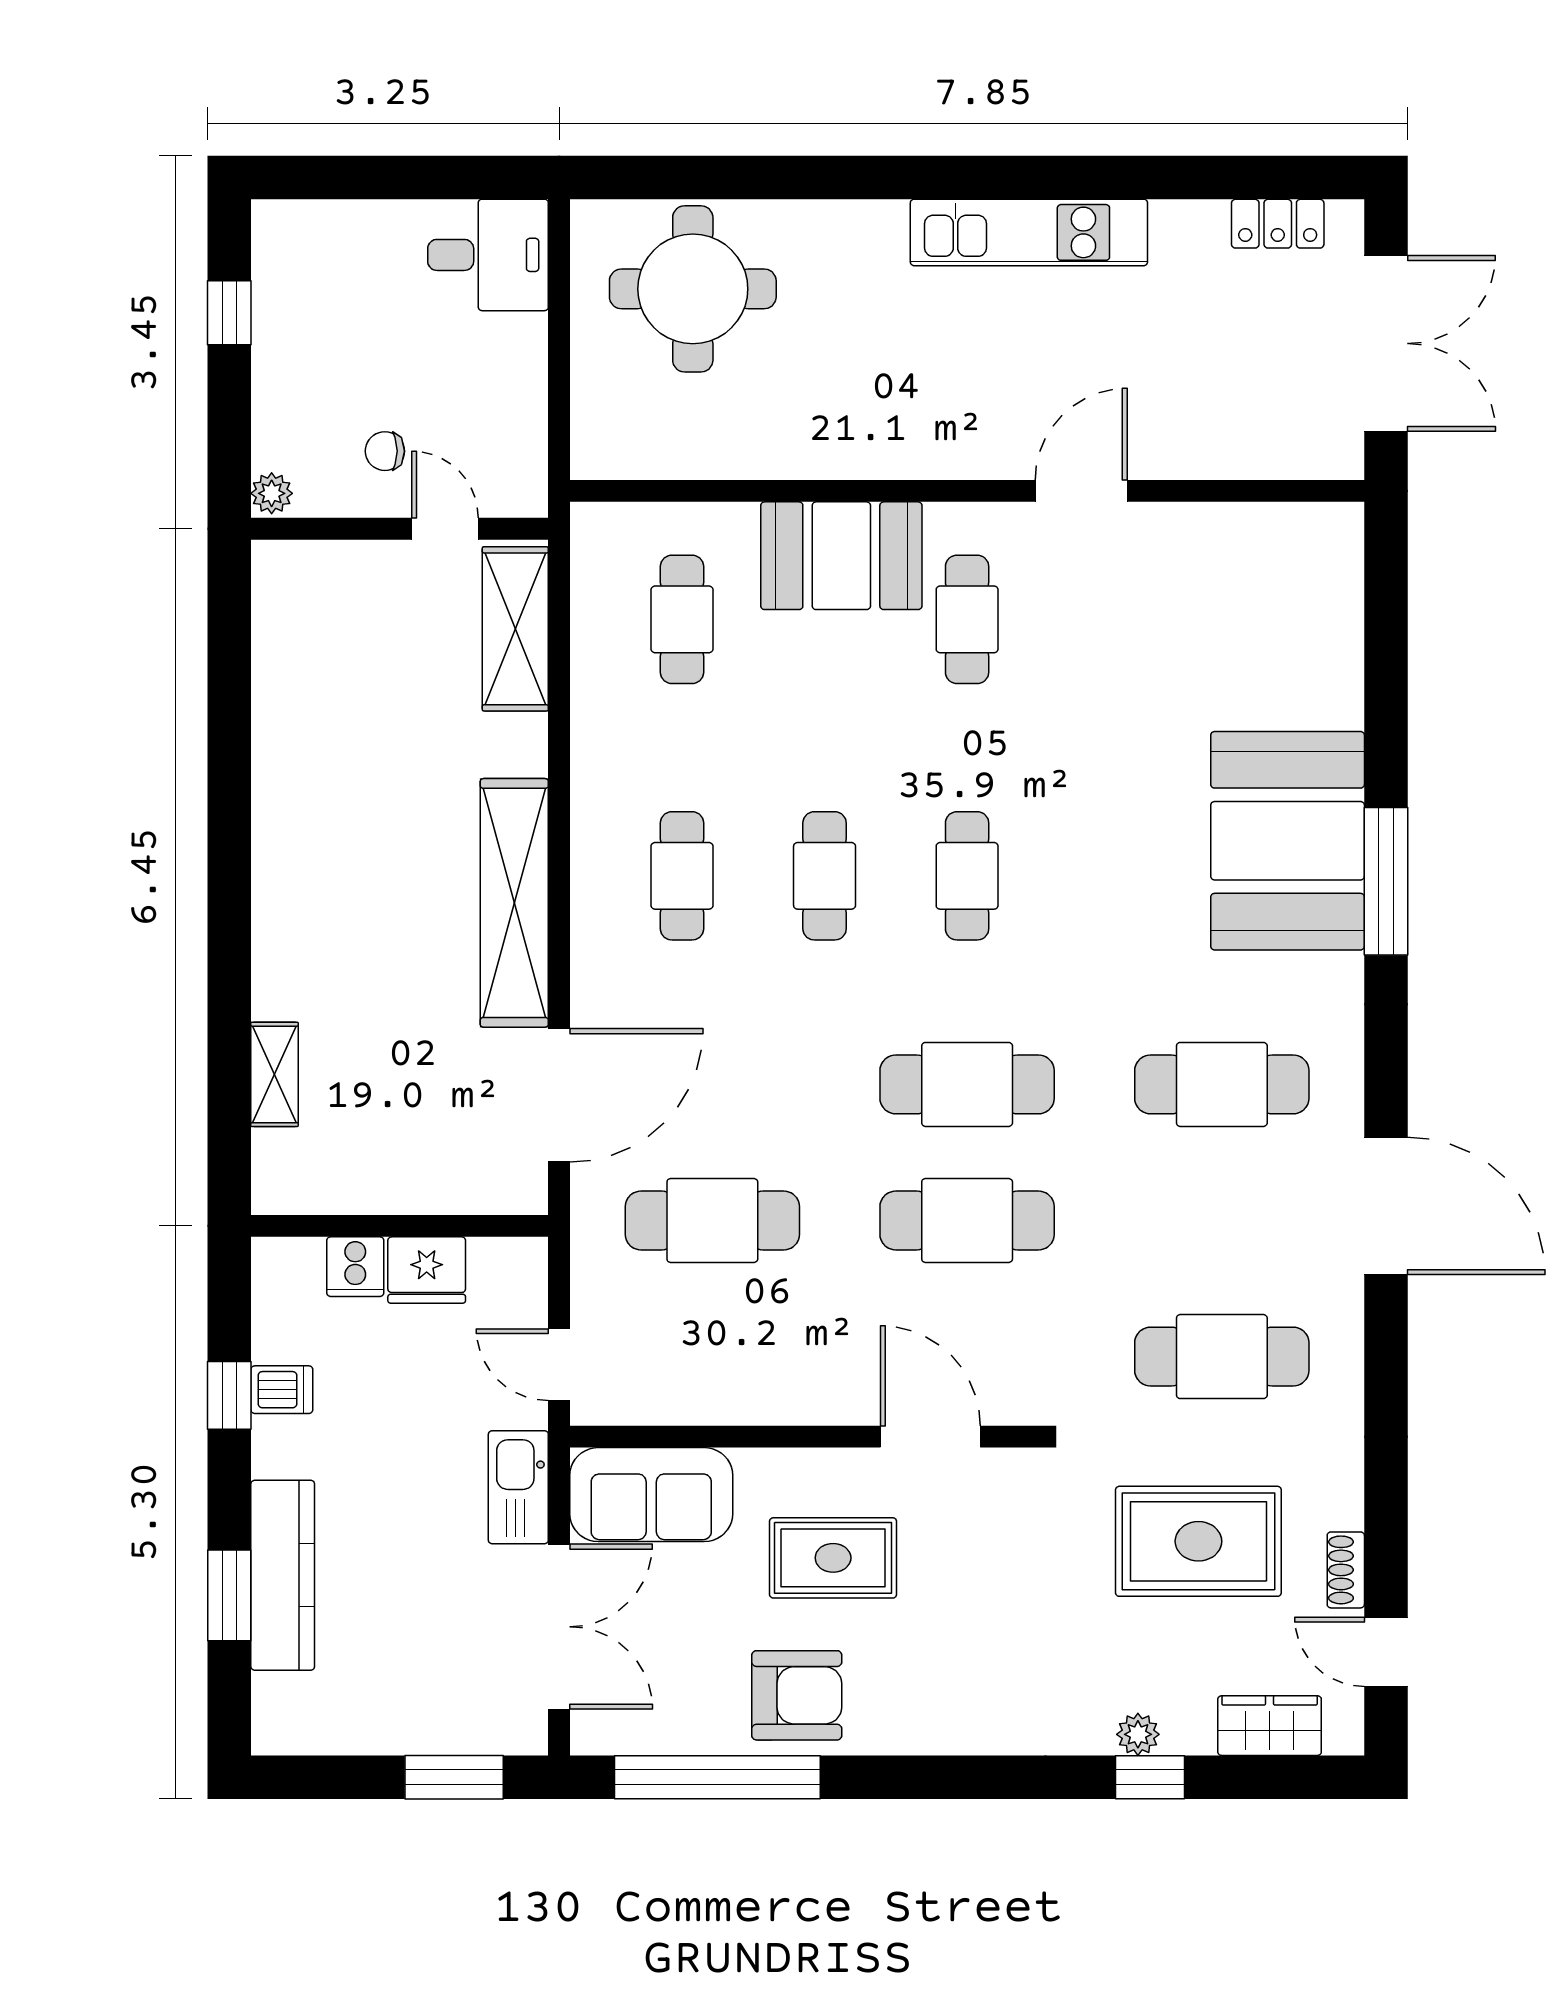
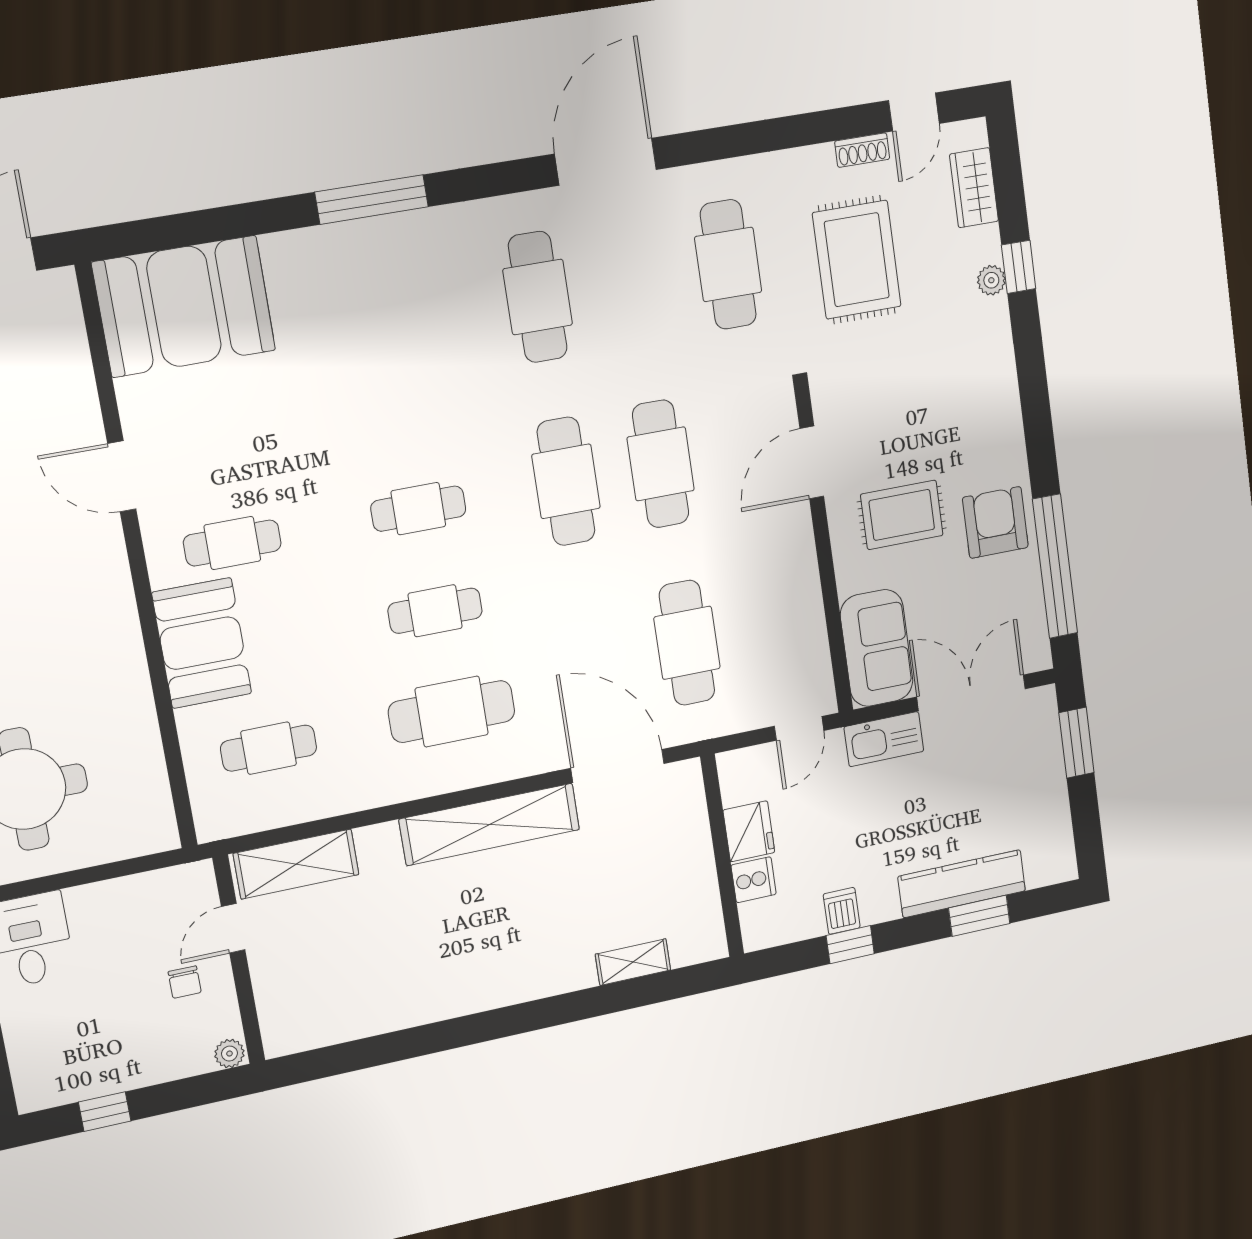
booth: (1288, 841) -> (184, 306), moved
cafe table: (682, 876) -> (452, 711), width x1.37, depth x1.35
rug: (833, 1558) -> (902, 515), turned 90

